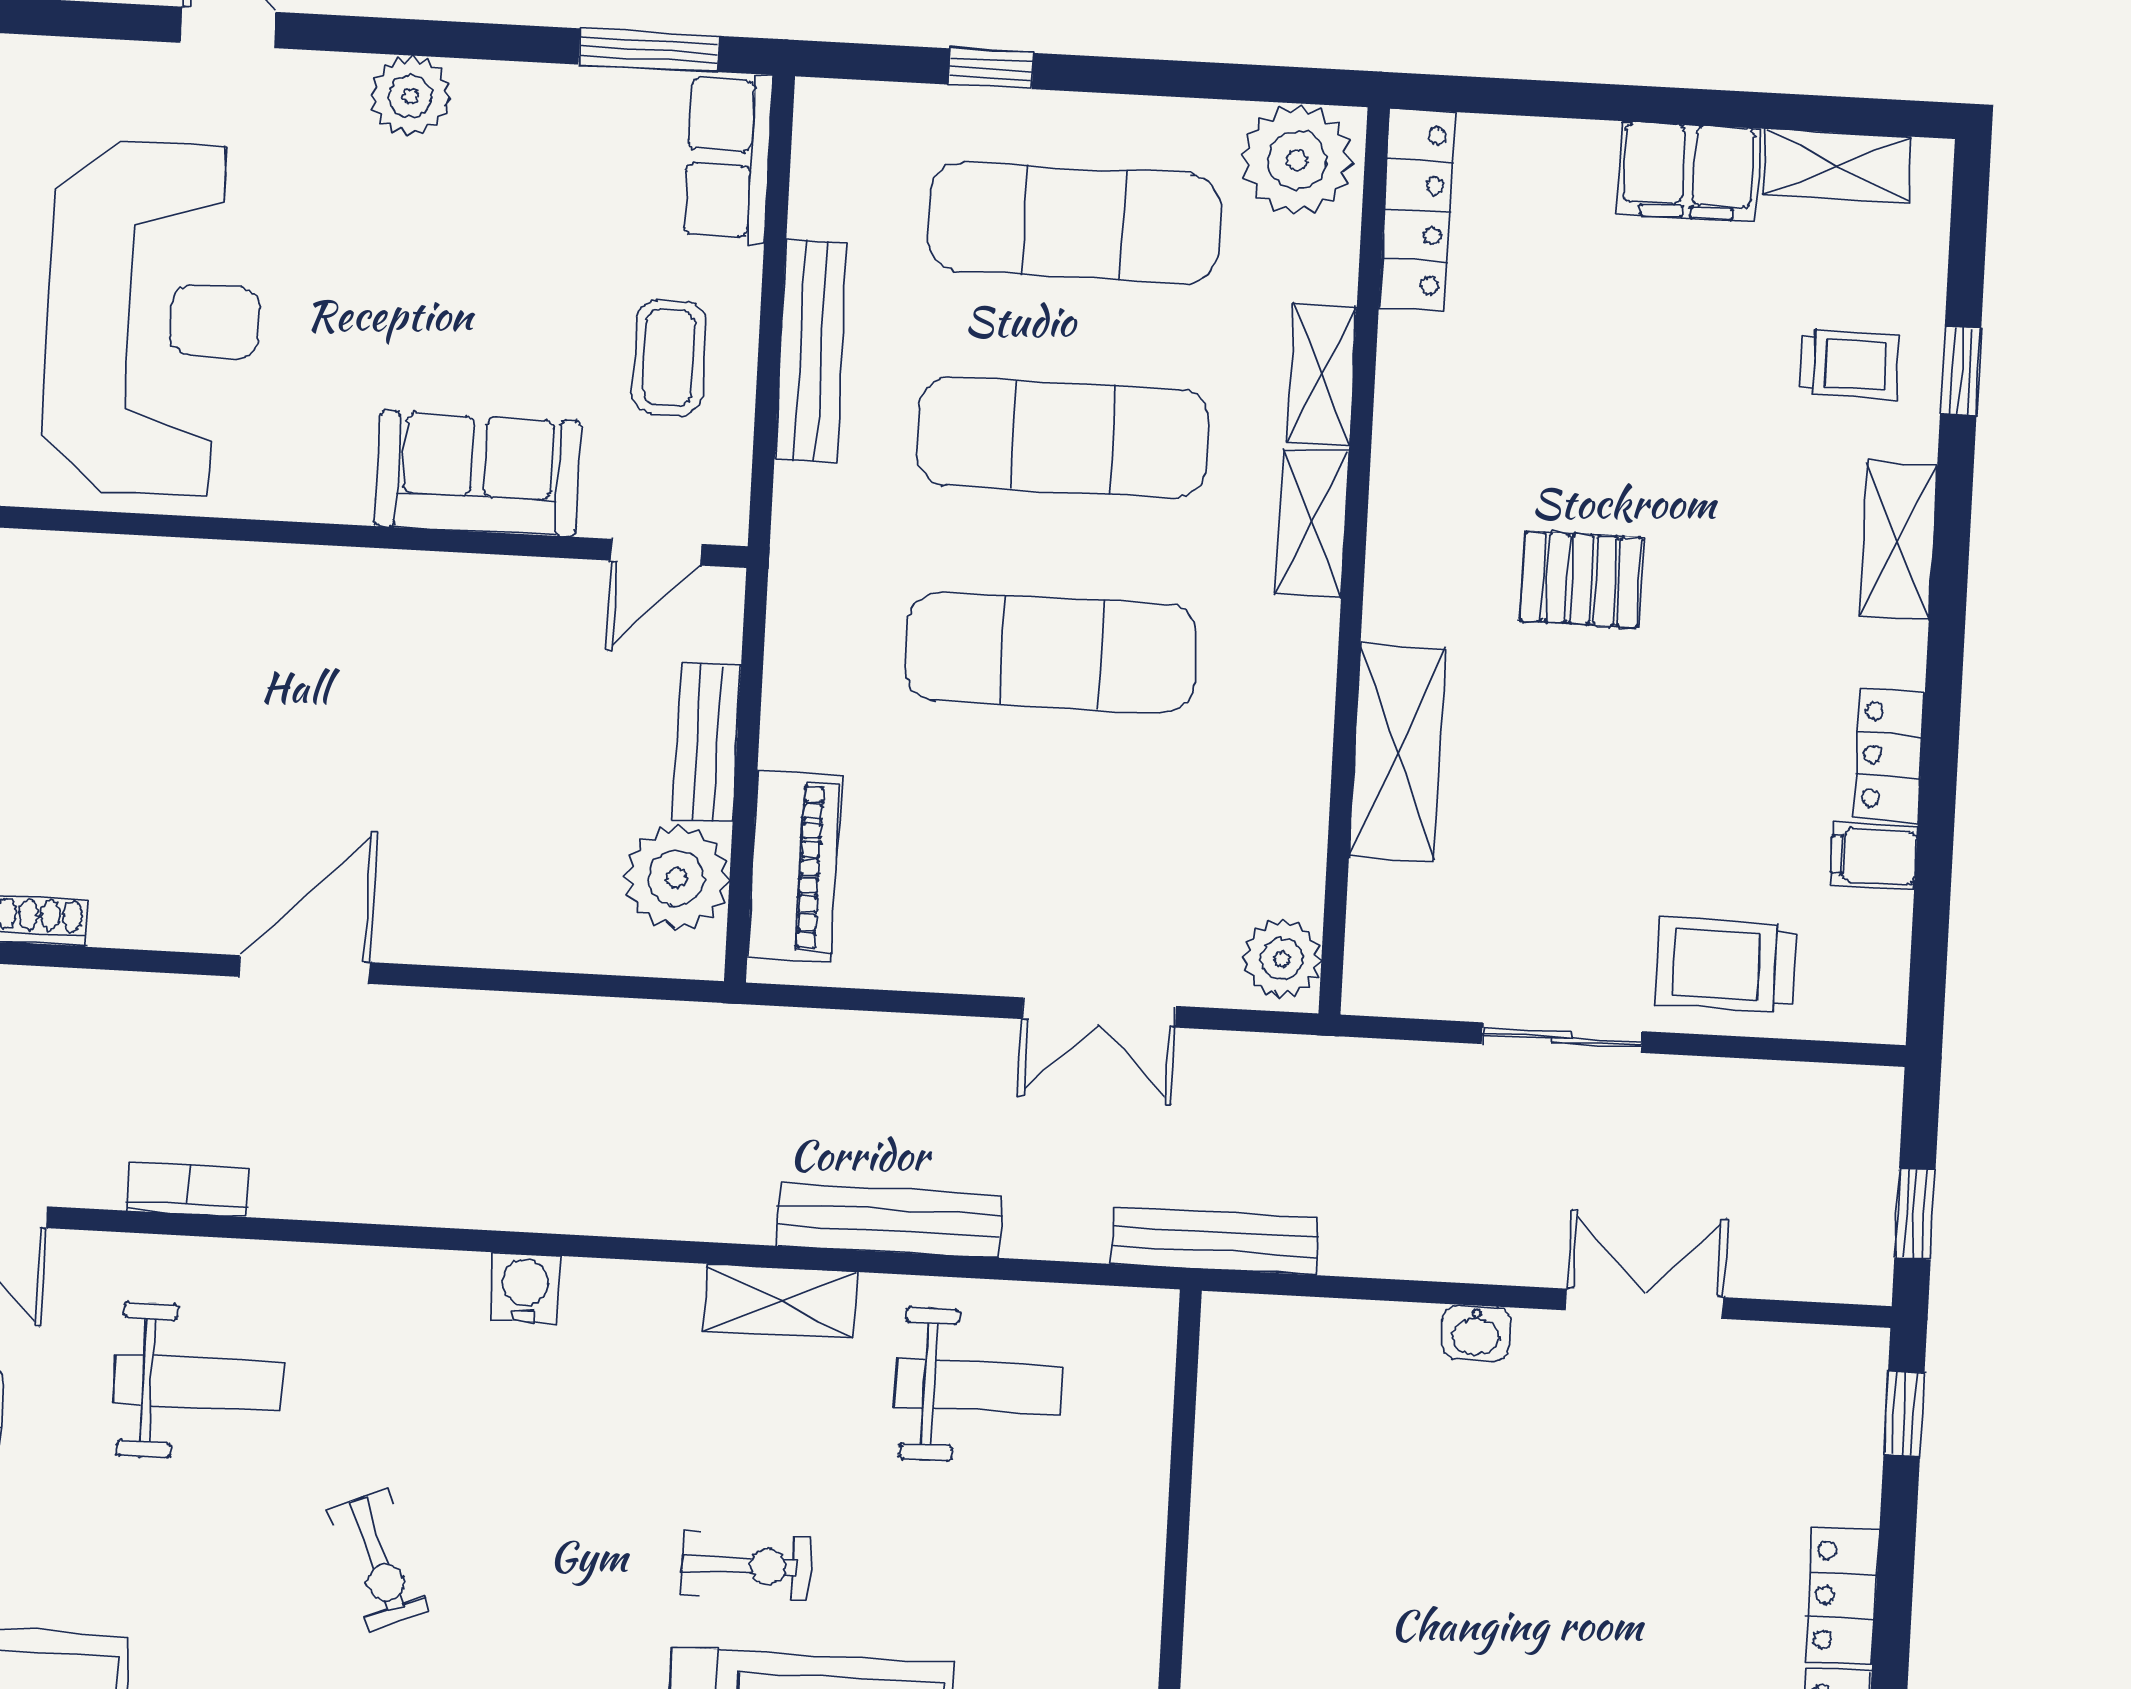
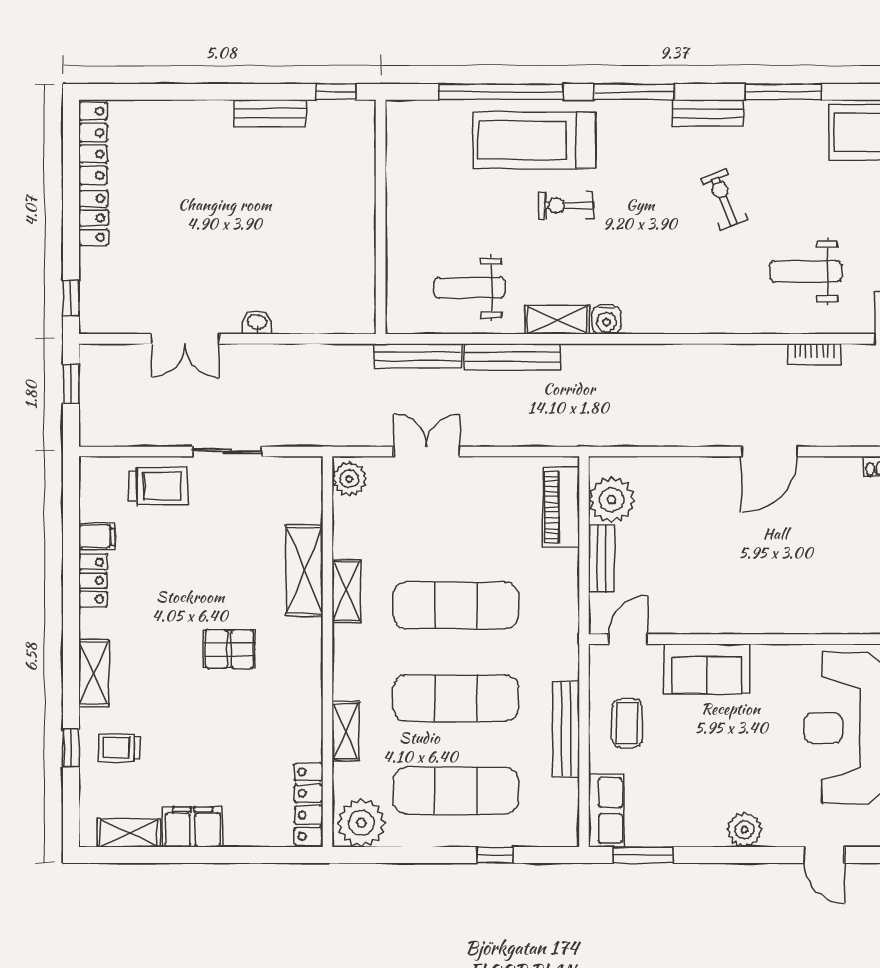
shelving: (1312, 523) -> (346, 591), moved
bench: (1215, 1241) -> (418, 356), moved
water cooler: (525, 1288) -> (606, 320), moved

